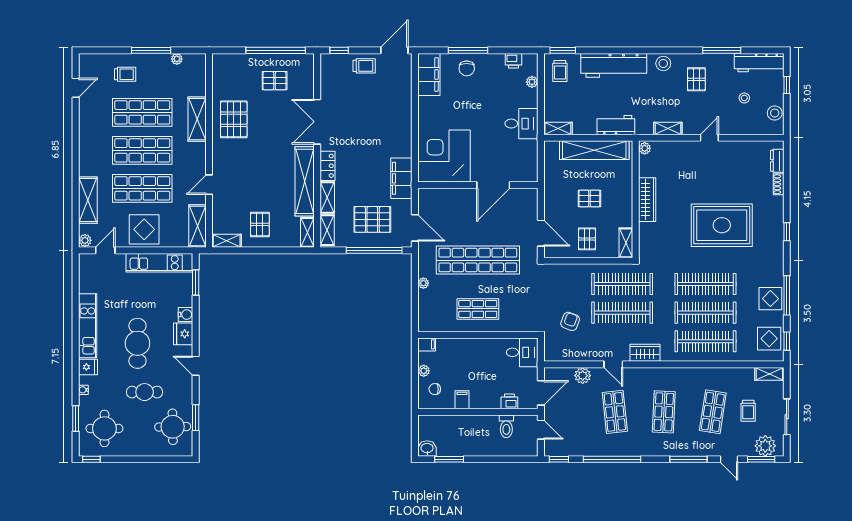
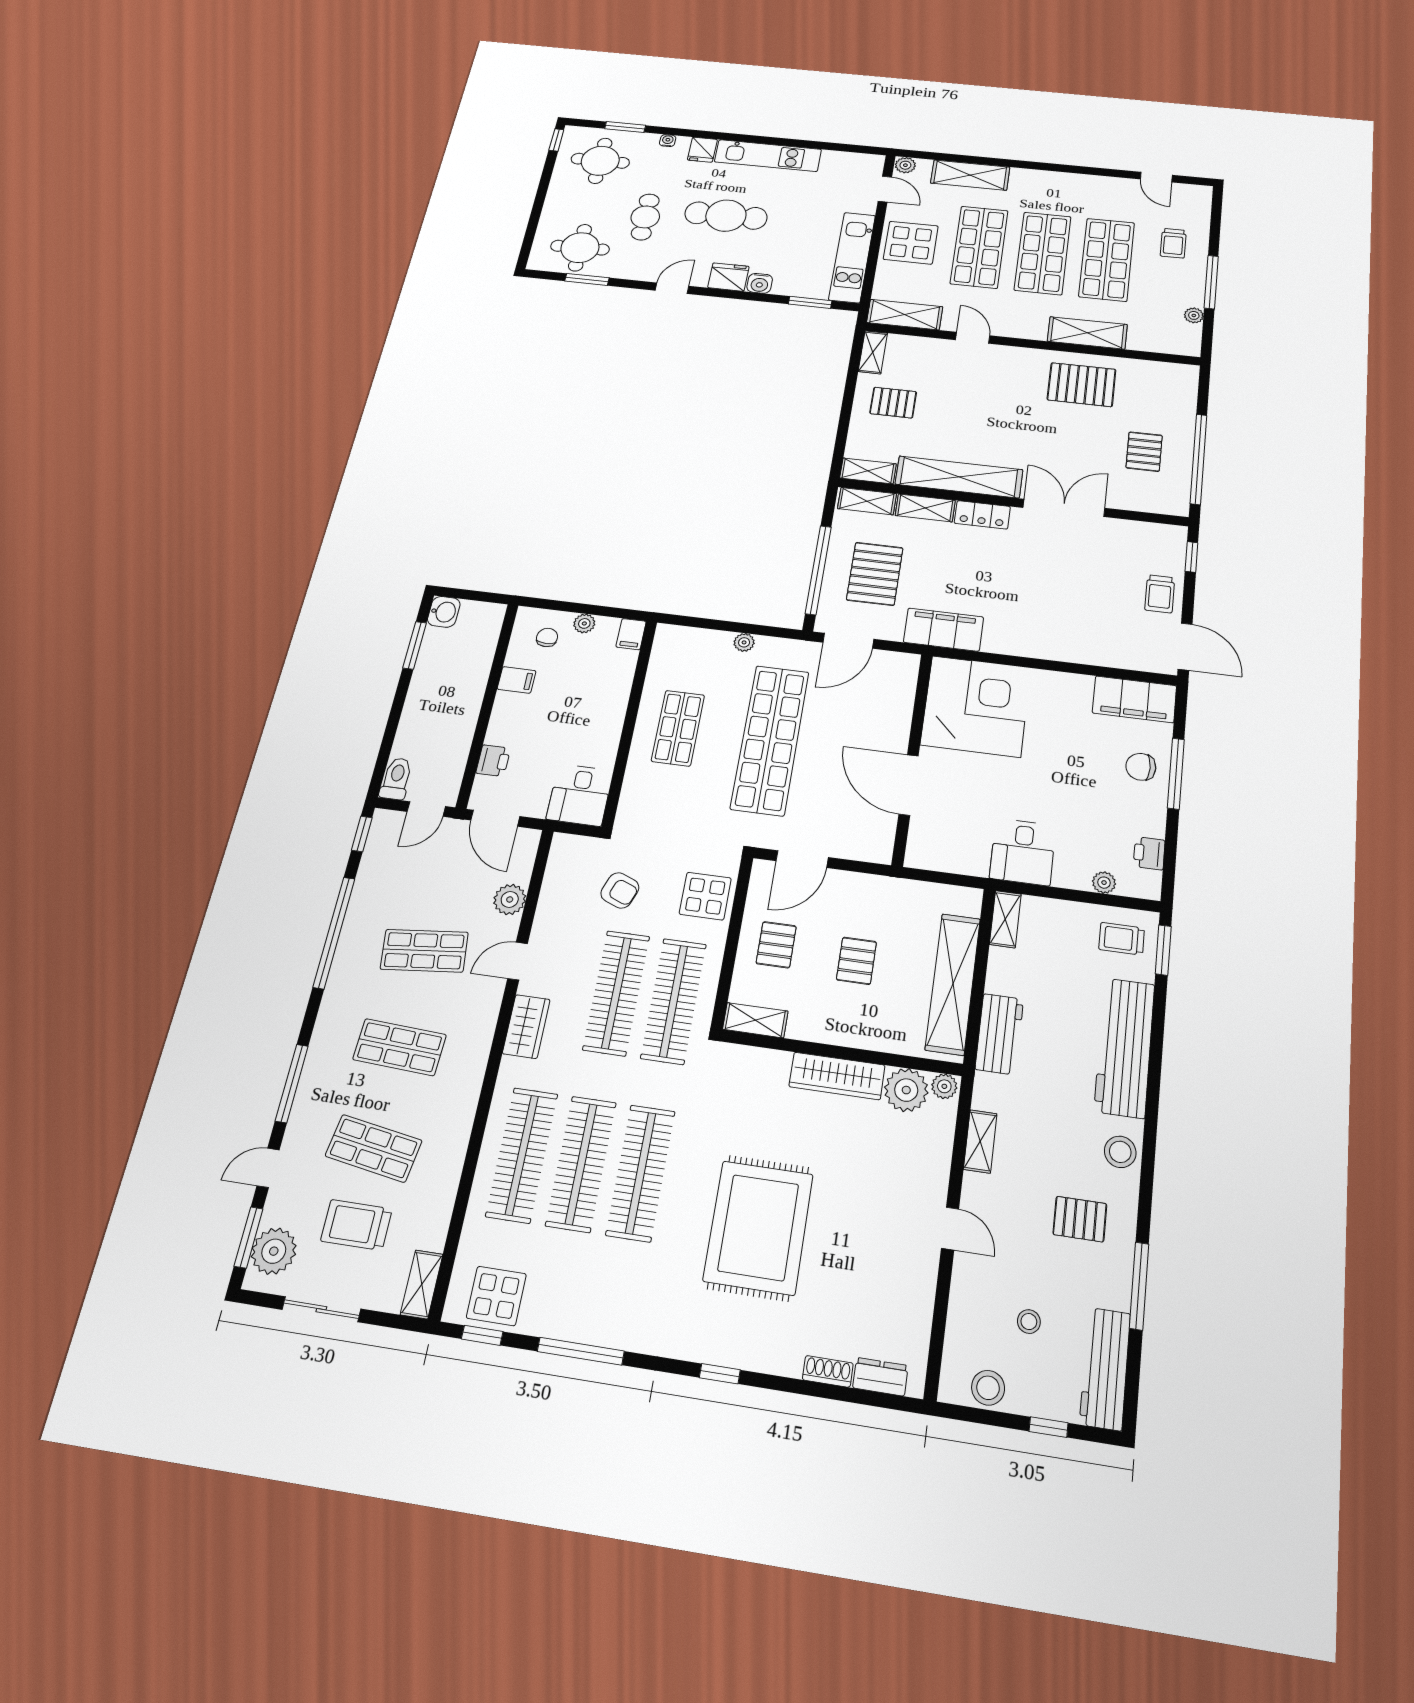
plant: (649, 166) -> (906, 1090), added
pallet: (587, 239) -> (776, 945), turned 90
display table: (770, 299) -> (705, 896), moved
trolley: (748, 411) -> (356, 1225), width x1.36, depth x1.39
toilet: (506, 426) -> (396, 779), moved, turned 90

